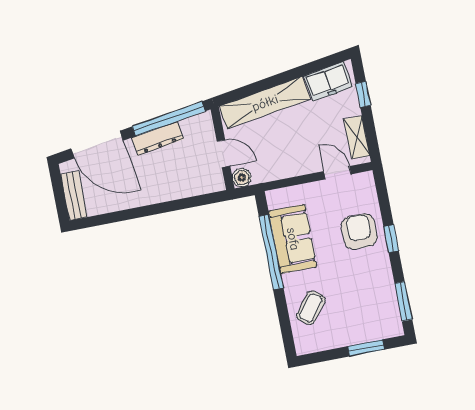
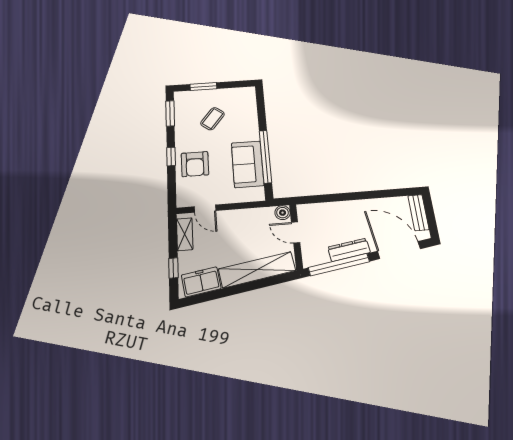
coffee table: (311, 308) -> (213, 119), moved

